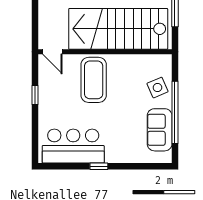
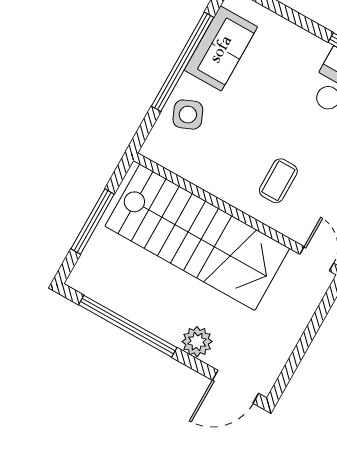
coffee table: (94, 80) -> (278, 181), width x0.54, depth x0.58

